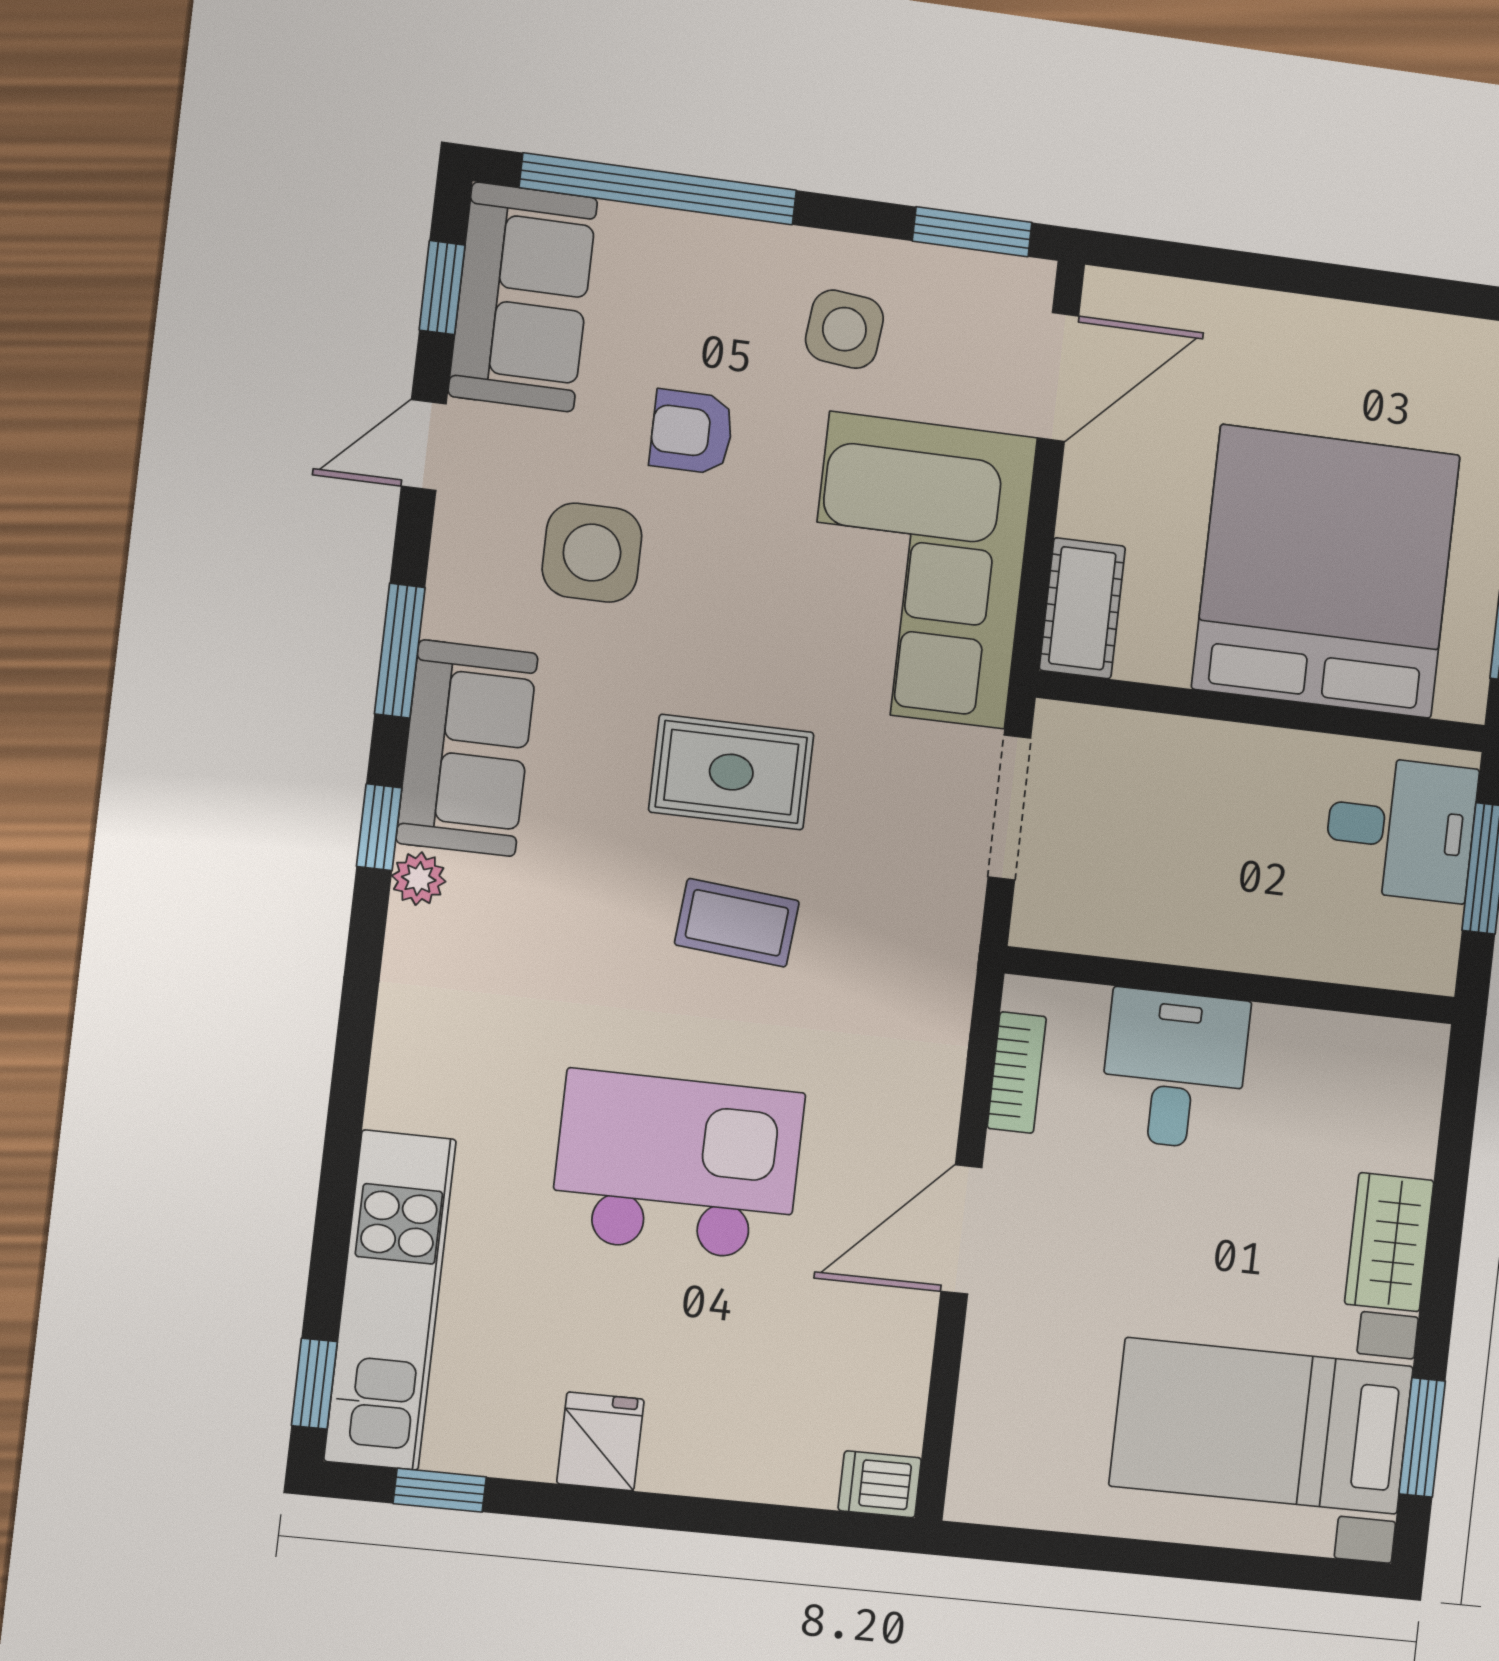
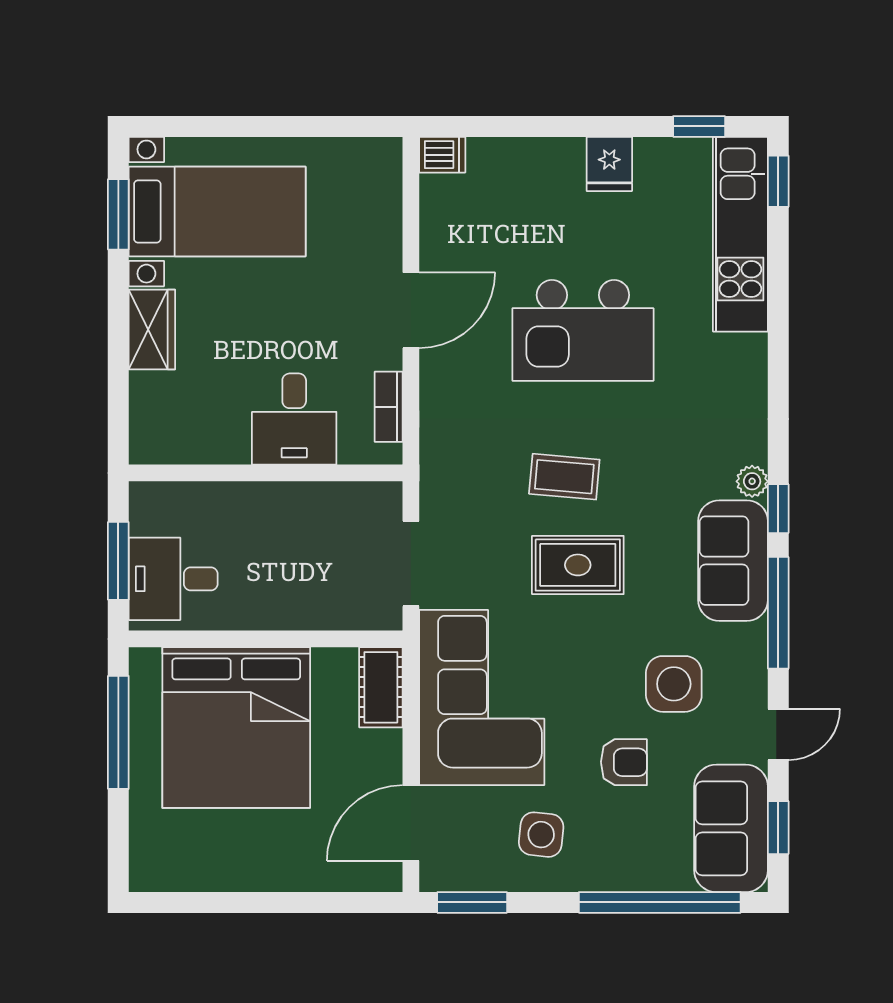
window: (400, 651) -> (778, 613), width x1.44

